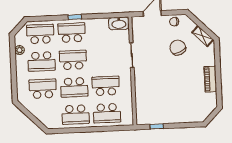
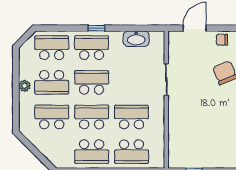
washbasin: (119, 23) -> (136, 39), moved
plant: (20, 50) -> (25, 86), moved
school desk: (74, 87) -> (92, 117), turned 180

